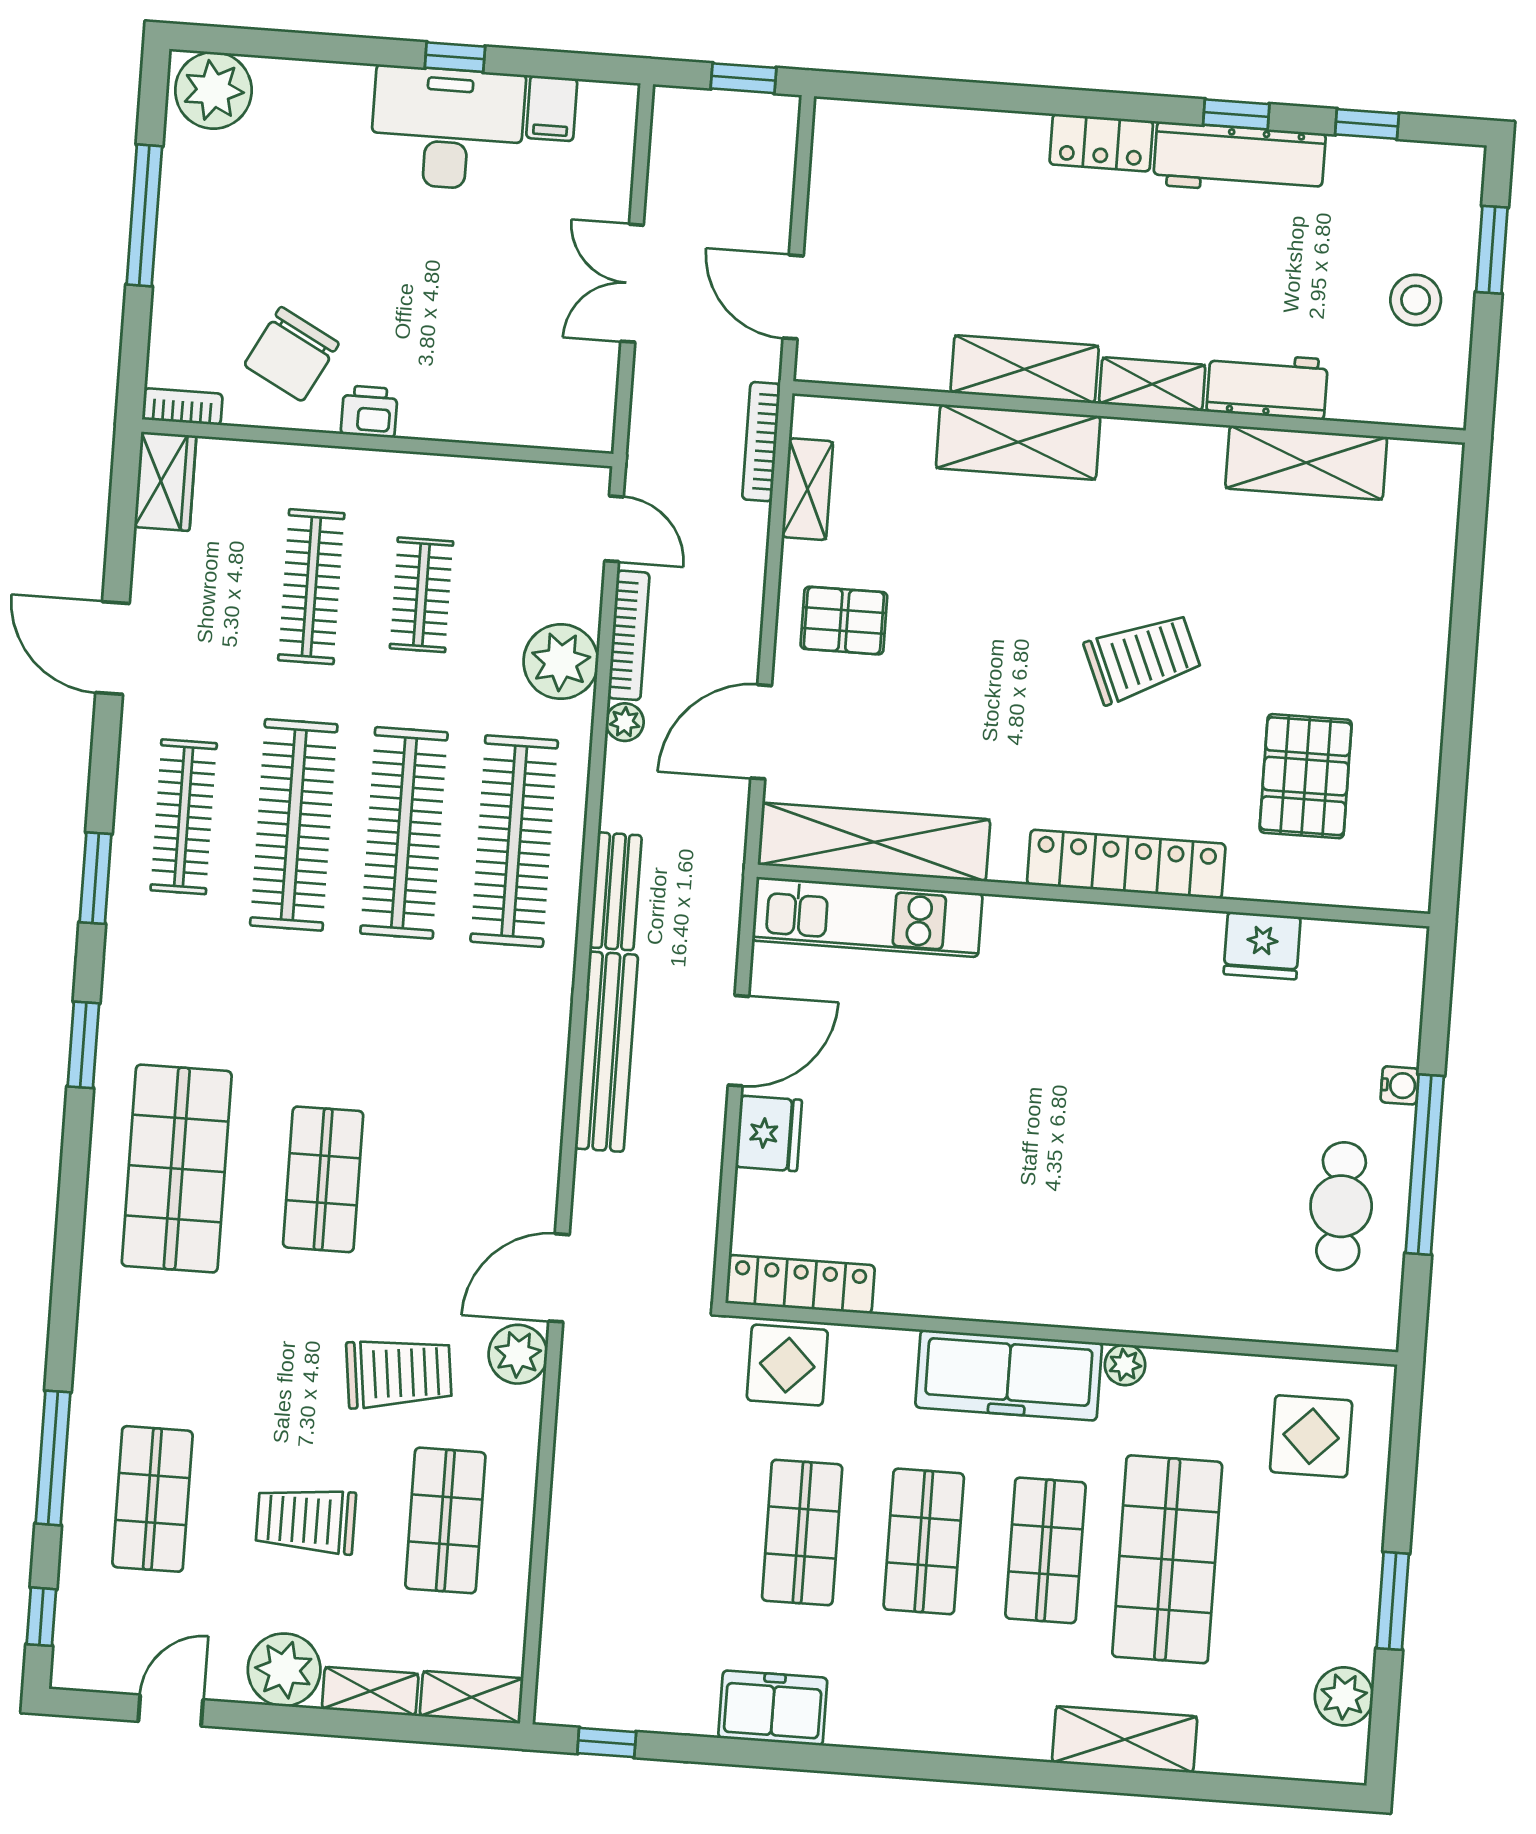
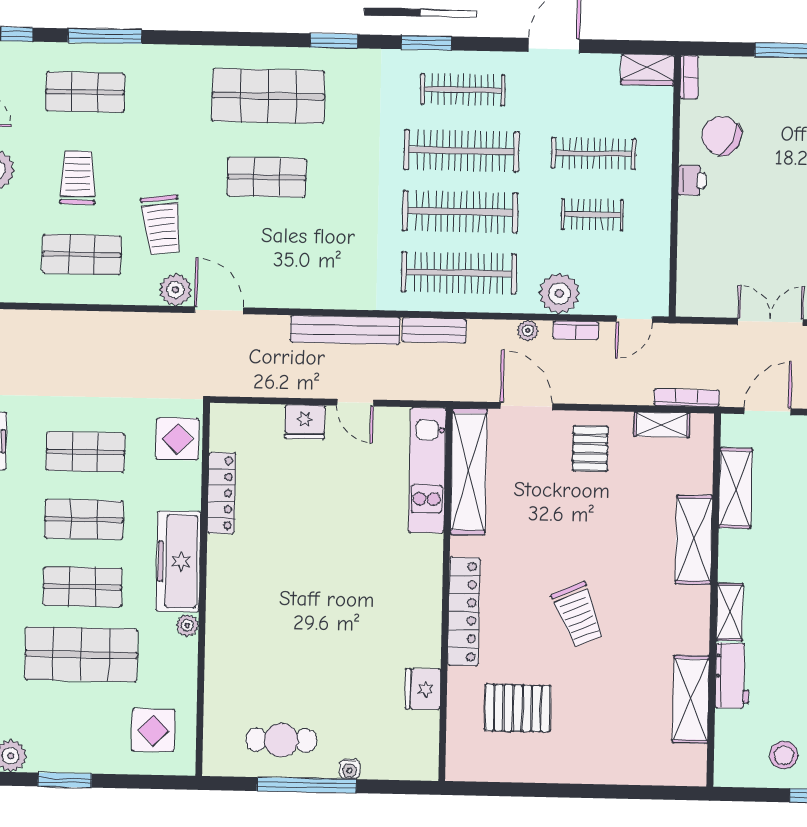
shelving: (1025, 369) -> (735, 488), moved
bookcase: (629, 635) -> (576, 330), width x0.64
door: (739, 1041) -> (355, 403), width x0.73
locker: (800, 1284) -> (221, 493), moved

